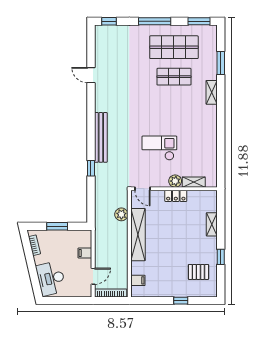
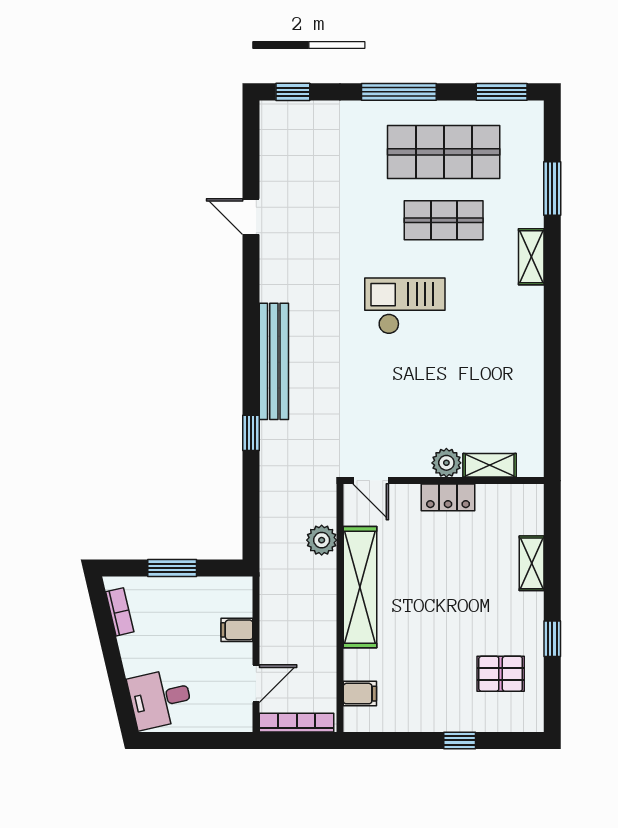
checkout: (159, 148) -> (405, 306), moved
desk: (51, 278) -> (160, 699), width x0.73

